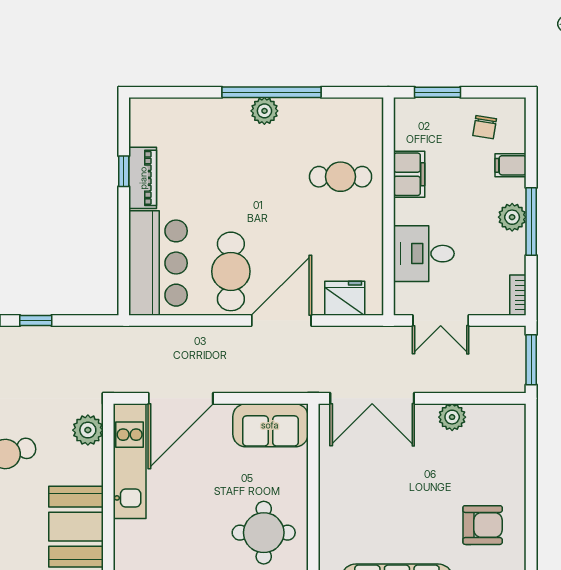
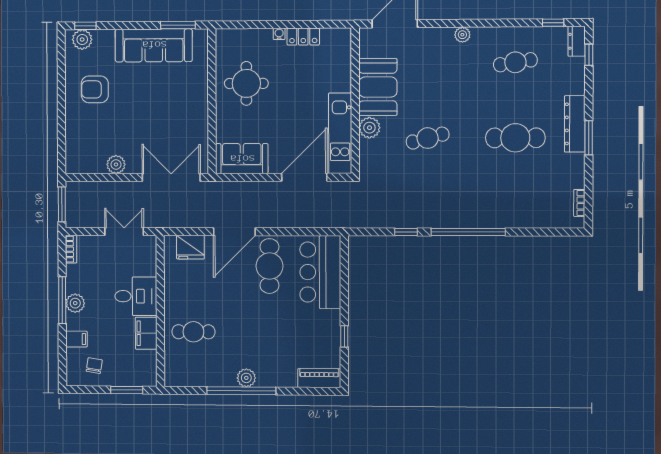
piano: (143, 178) -> (319, 378), moved, turned 90
desk: (424, 254) -> (136, 296), moved
plant: (88, 430) -> (369, 128), moved

